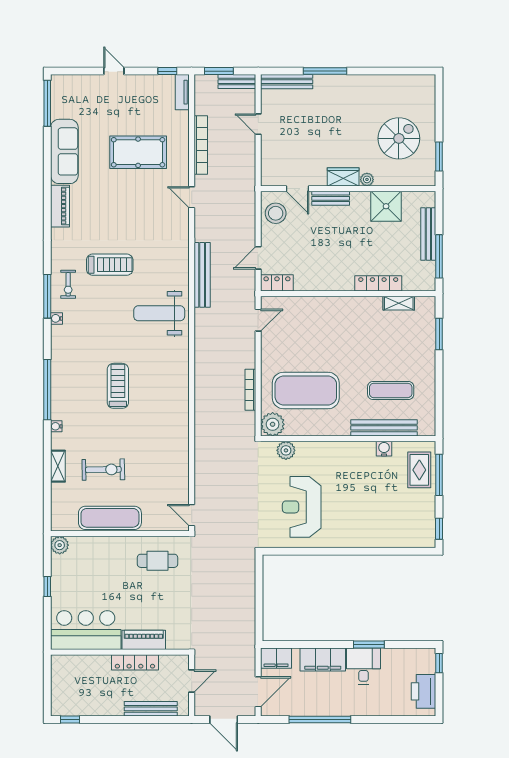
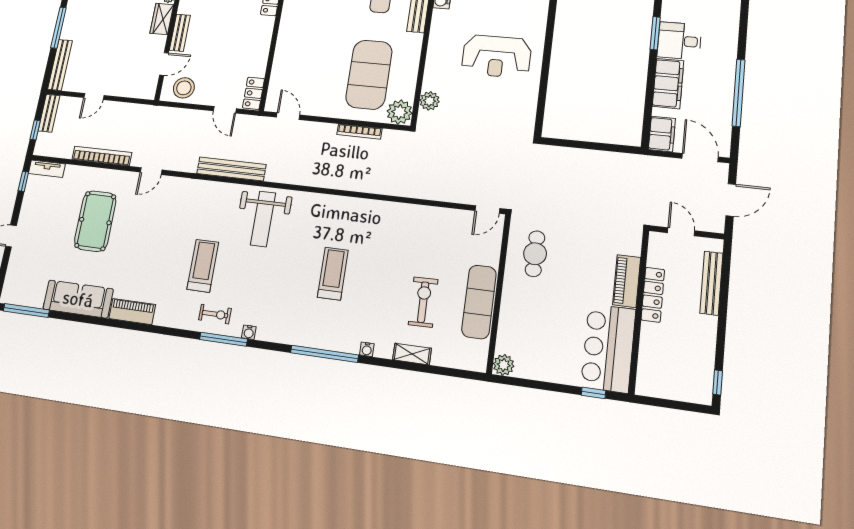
window: (219, 71) -> (35, 130), width x0.67
treadmill: (118, 386) -> (333, 274), turned 90
reception desk: (302, 507) -> (496, 56), moved
window: (47, 587) -> (593, 393), moved

